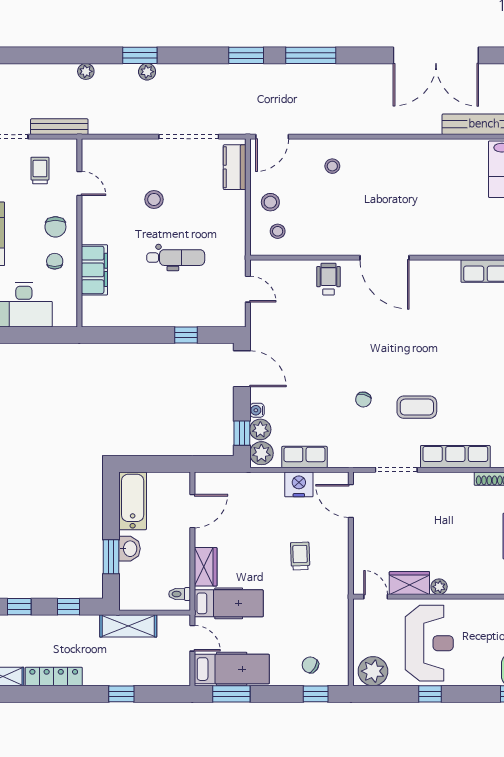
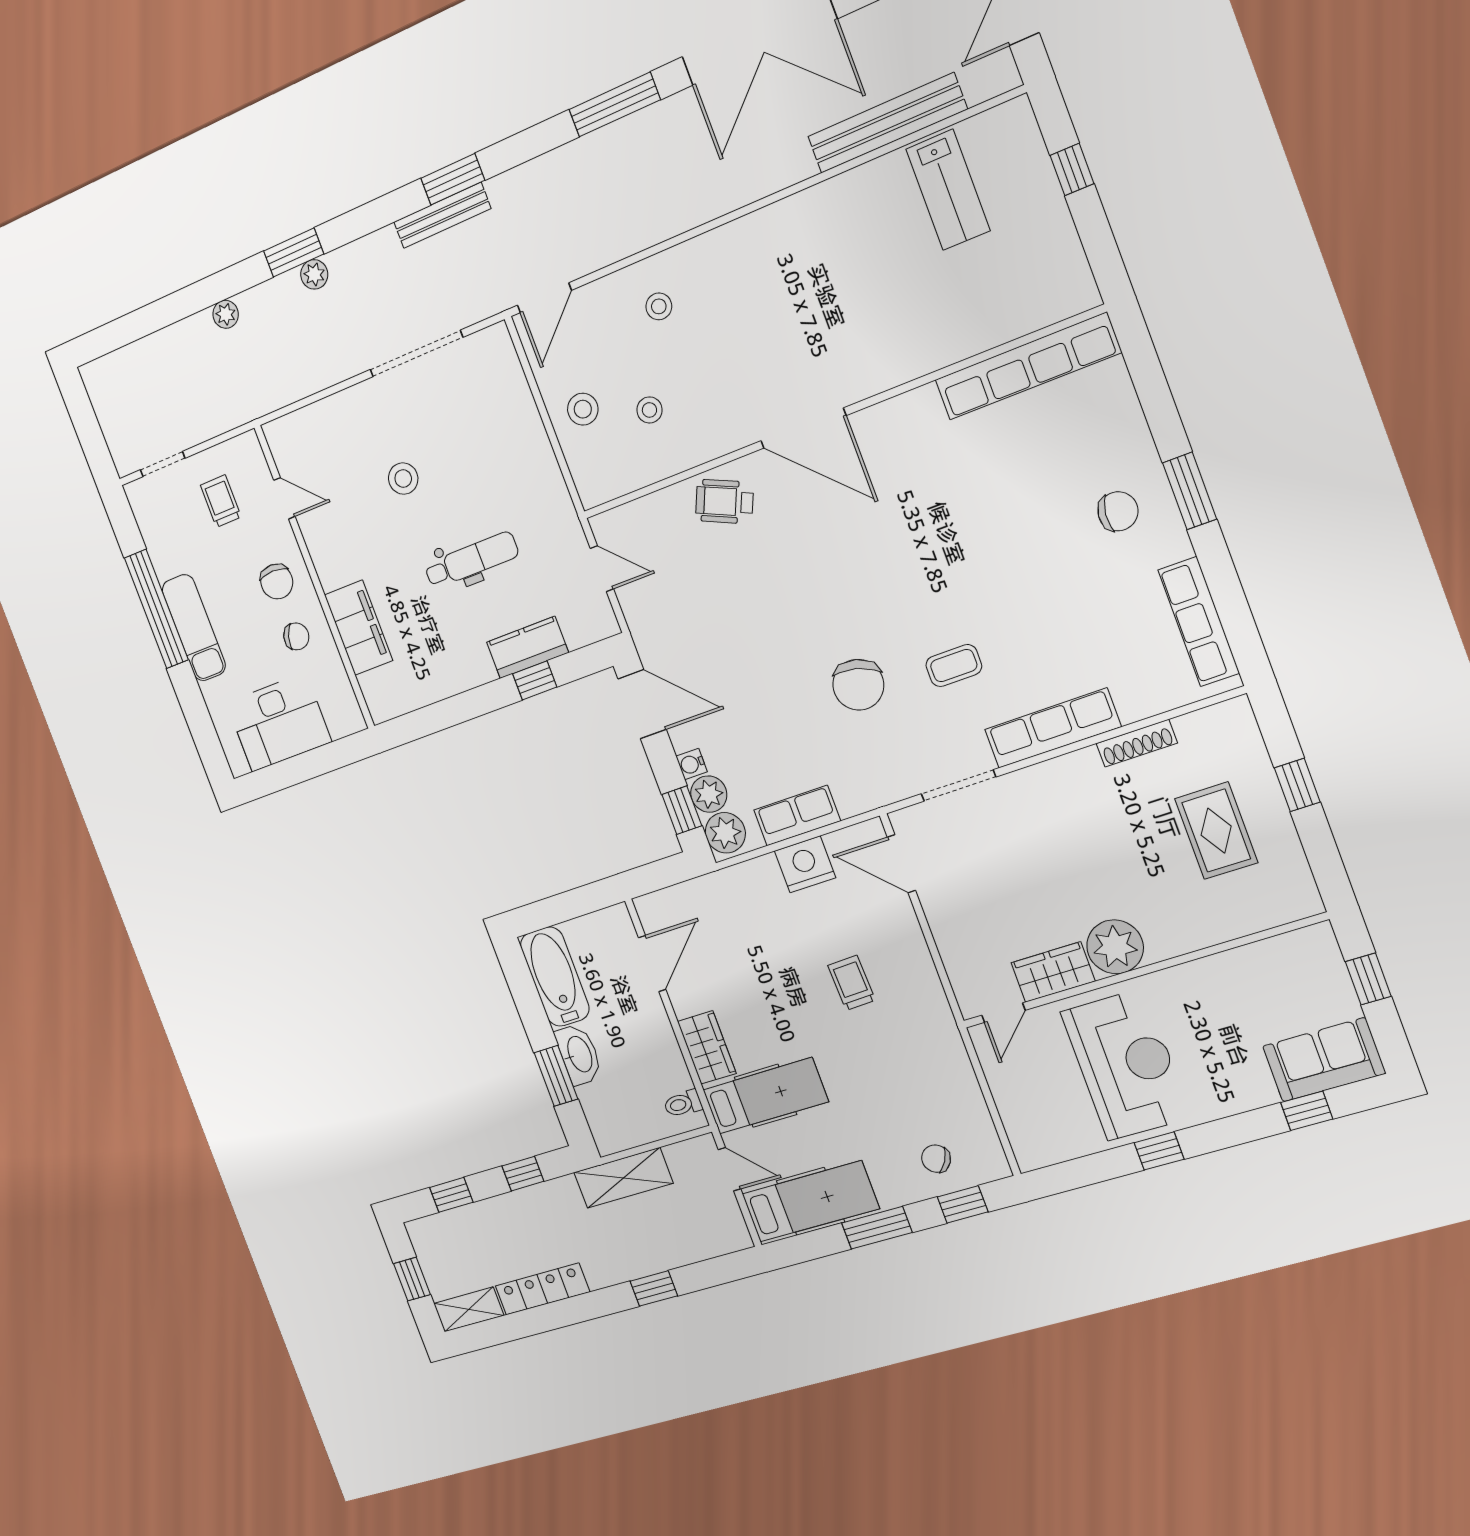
window: (311, 55) -> (615, 105), moved
bench: (59, 127) -> (442, 215), moved
kitchen counter: (235, 167) -> (527, 647), moved, turned 90
stool: (278, 231) -> (649, 410), moved
chair: (55, 261) -> (296, 636), turned 108
wheelchair: (328, 279) -> (724, 502), turned -66
chair: (363, 400) -> (858, 685), width x1.87, depth x1.87
coffee table: (417, 407) -> (954, 666), width x0.73, depth x0.77
washbasin: (129, 549) -> (579, 1054), width x1.38
plant: (439, 587) -> (1115, 947), width x1.88, depth x1.88
door: (376, 597) -> (1003, 1013), swing flipped
plant: (373, 671) -> (1046, 1140), removed
window: (231, 694) -> (877, 1228), moved

